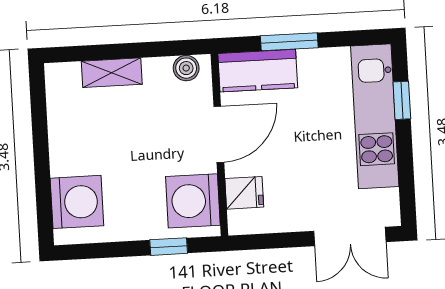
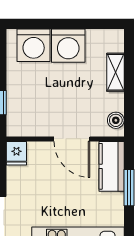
fridge: (244, 193) -> (16, 153), moved
washing machine: (193, 201) -> (68, 46), moved, turned 180

